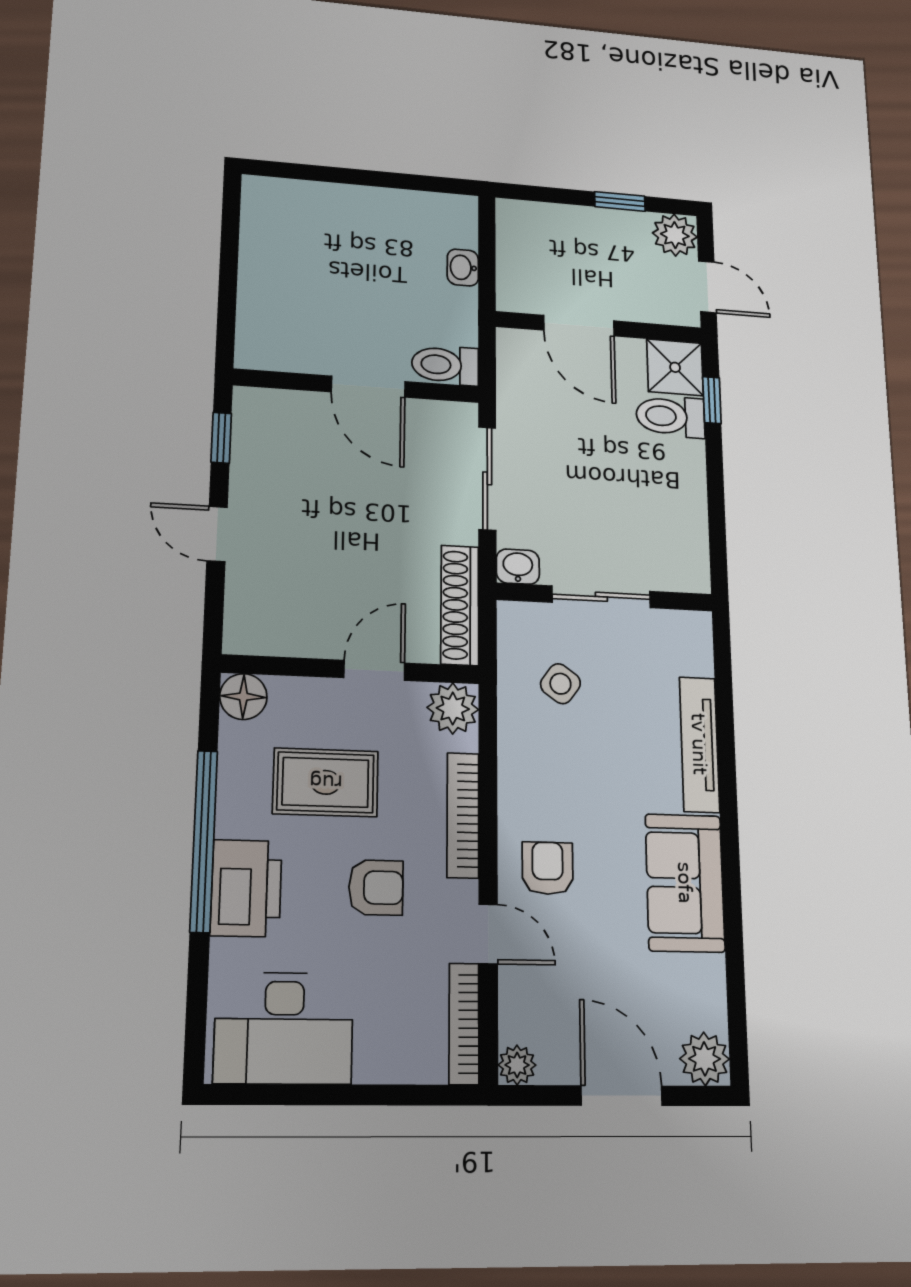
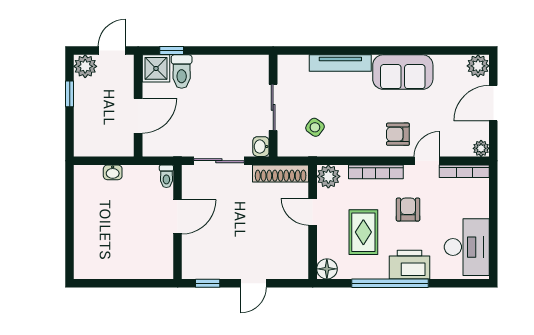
toilet: (445, 365) -> (166, 176), width x0.73, depth x0.72

